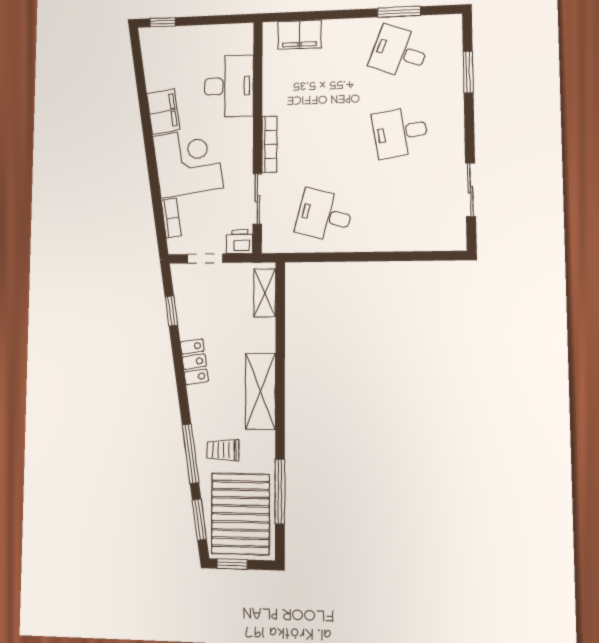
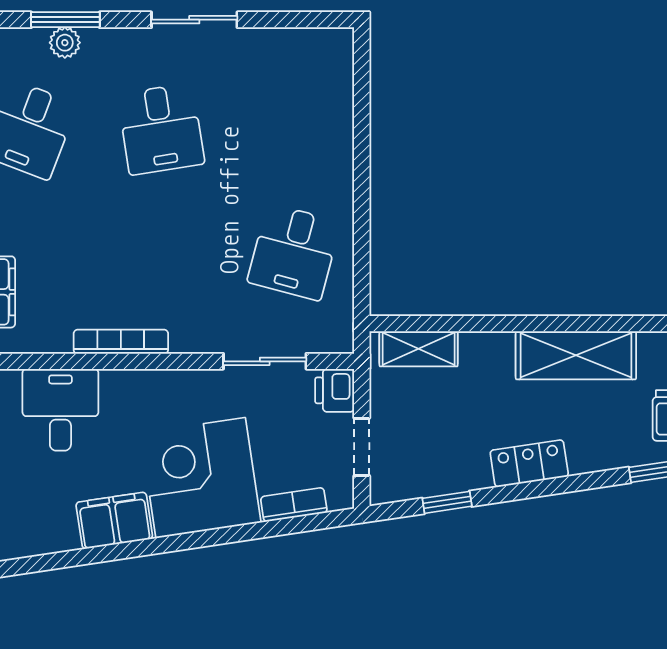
plant: (454, 72) -> (65, 43), added
desk: (229, 86) -> (60, 410), width x0.73
bookcase: (269, 144) -> (121, 342), moved
sliding door: (470, 190) -> (194, 20), moved

